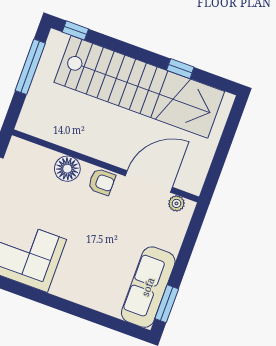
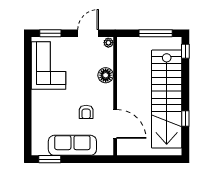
armchair: (102, 182) -> (86, 112), moved
plant: (176, 203) -> (108, 43), moved
sofa: (148, 287) -> (72, 145), moved

